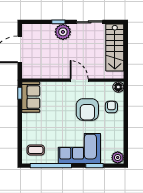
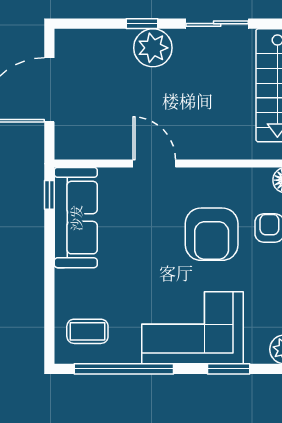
door: (79, 80) -> (154, 164), moved
sofa: (31, 97) -> (76, 218), width x1.36

